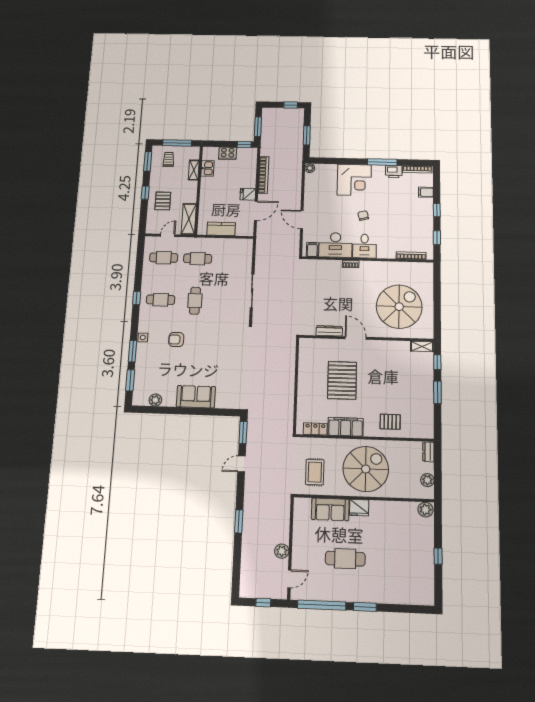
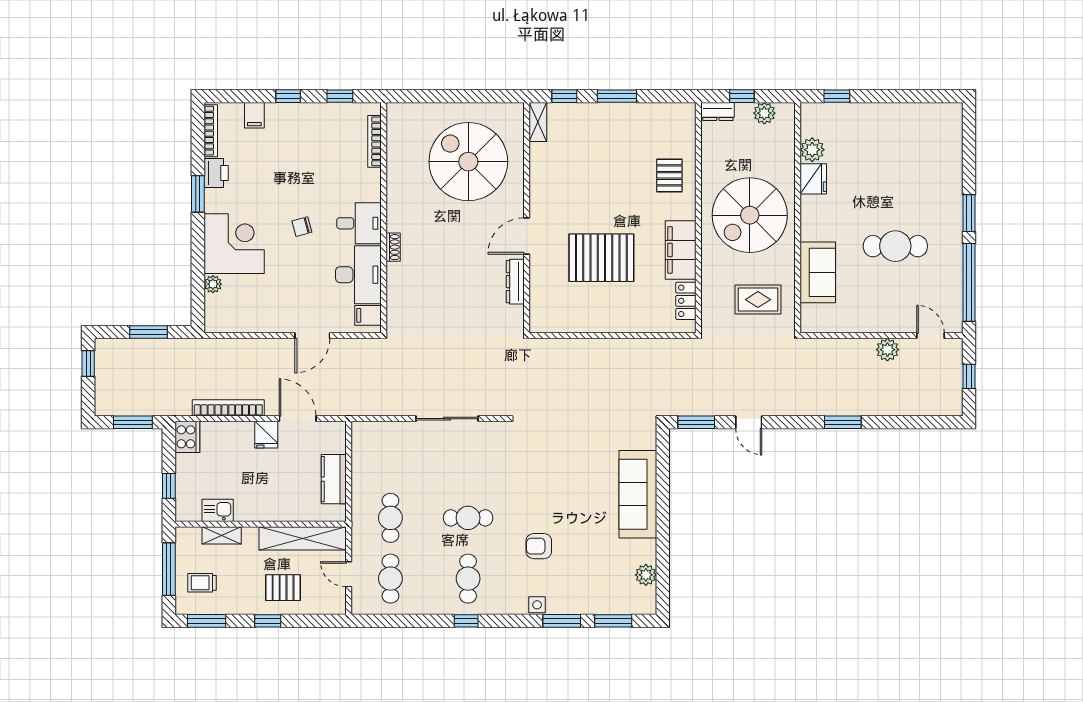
window: (244, 144) -> (169, 486), moved
cooker: (228, 153) -> (187, 437), moved
window: (382, 162) -> (198, 194), width x0.69
plant: (310, 168) -> (213, 284), moved
shelving: (189, 219) -> (303, 538), width x1.47
armchair: (176, 339) -> (539, 546), turned 90
sofa: (196, 397) -> (638, 494), width x1.36
window: (438, 467) -> (742, 96), added
spiral stairs: (366, 469) -> (750, 215), turned -90
fridge: (359, 508) -> (813, 179), moved
plant: (425, 510) -> (812, 150), moved
window: (438, 556) -> (837, 96), moved
cafe table: (345, 559) -> (895, 246), turned 90

